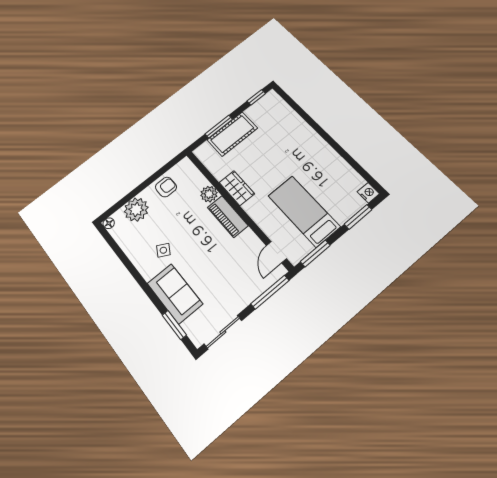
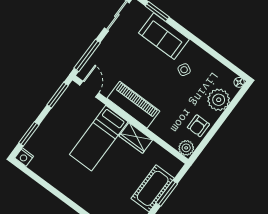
plant: (209, 194) -> (186, 148), moved
bed: (304, 211) -> (99, 138), moved, turned 90
piano: (228, 217) -> (133, 105), width x1.37, depth x1.33

